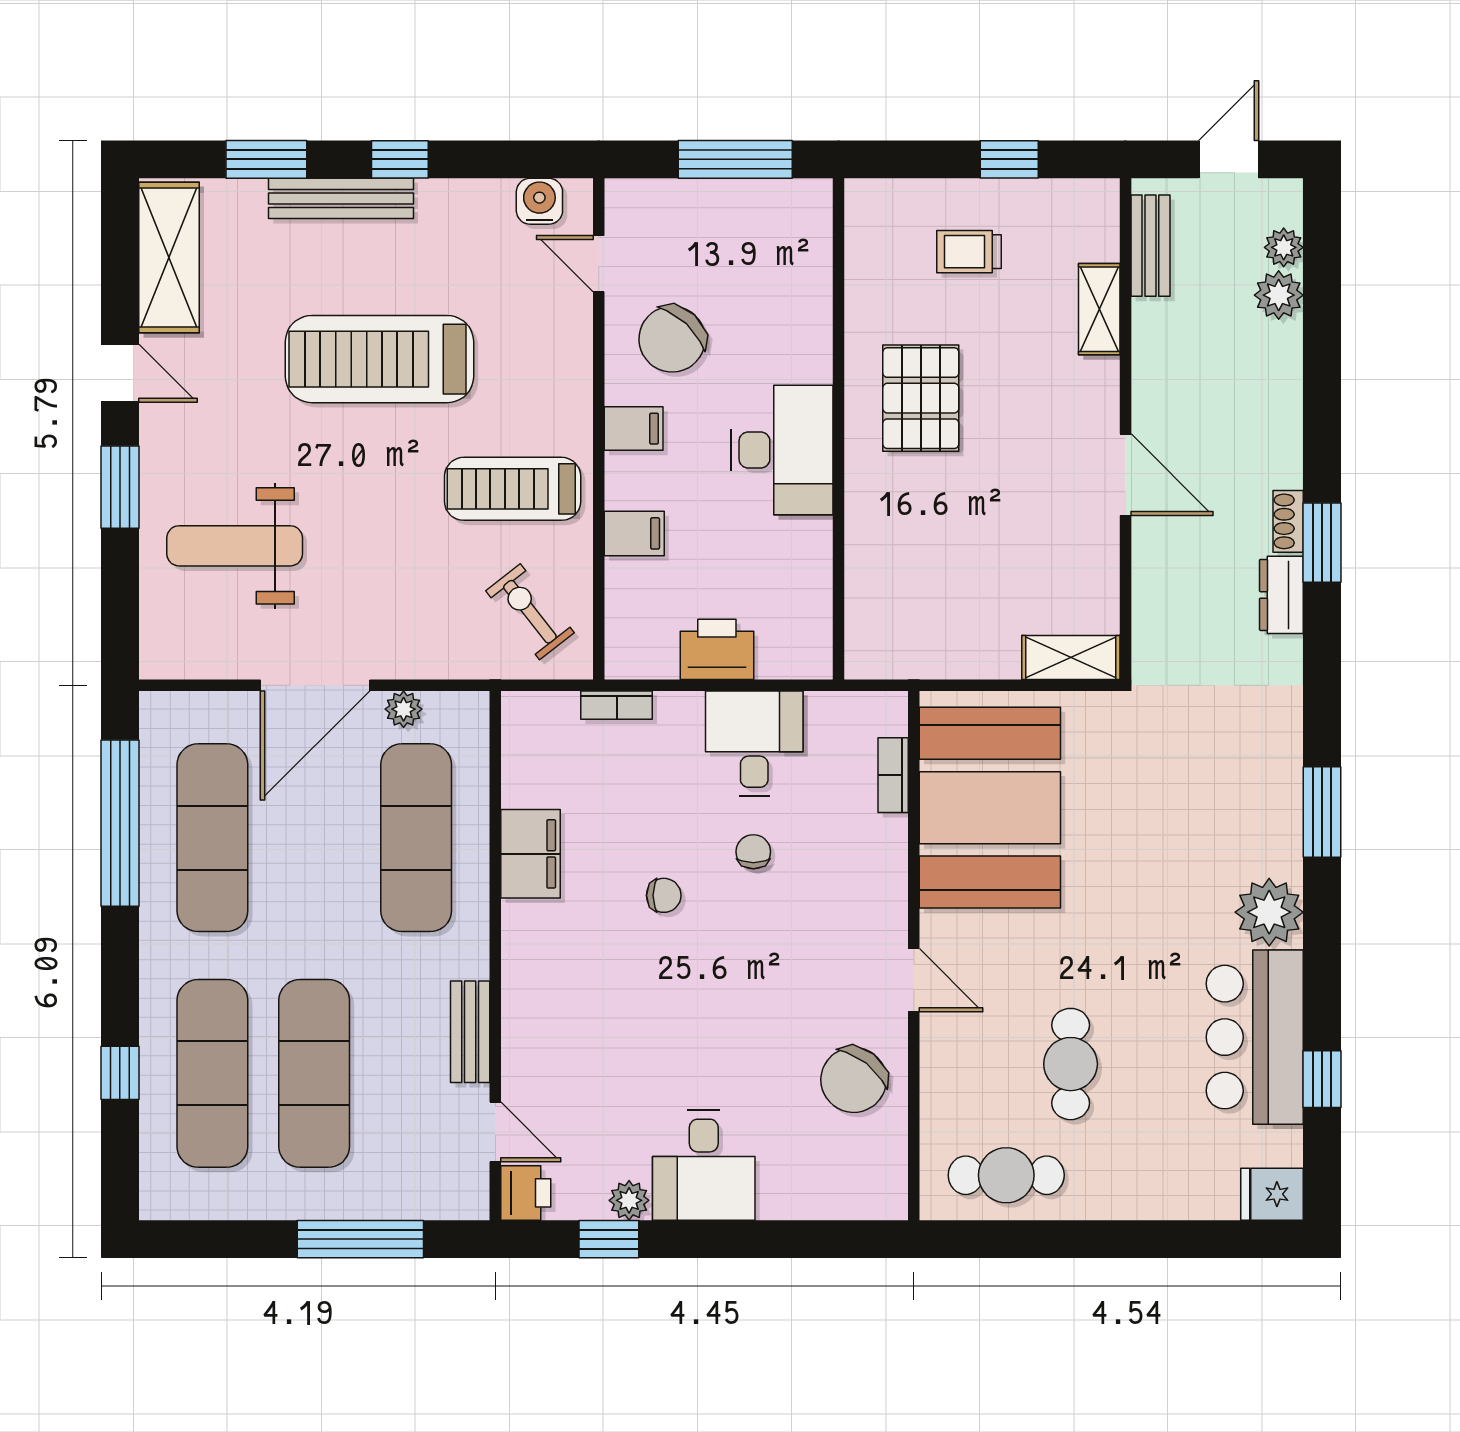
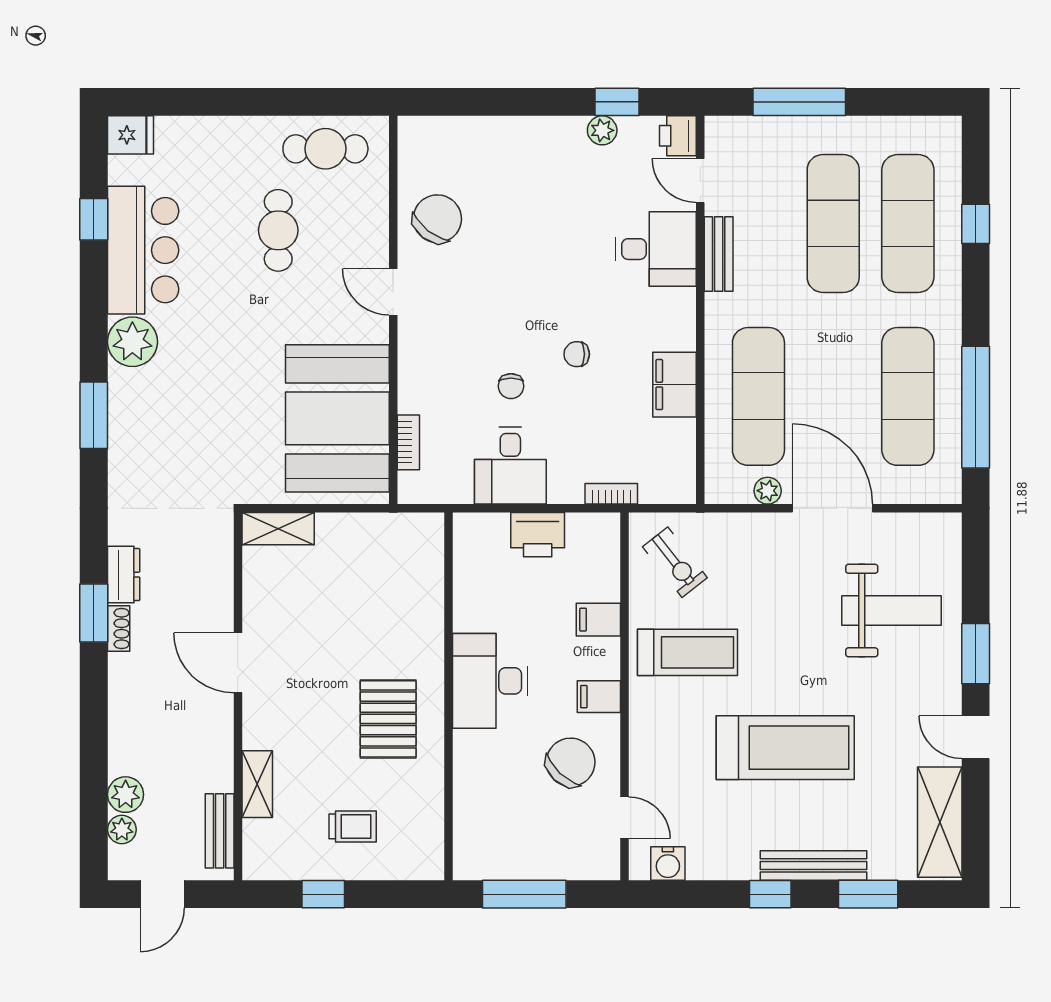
door: (315, 685) -> (832, 508), hinge flipped
desk: (704, 1165) -> (656, 249), moved, turned 90

